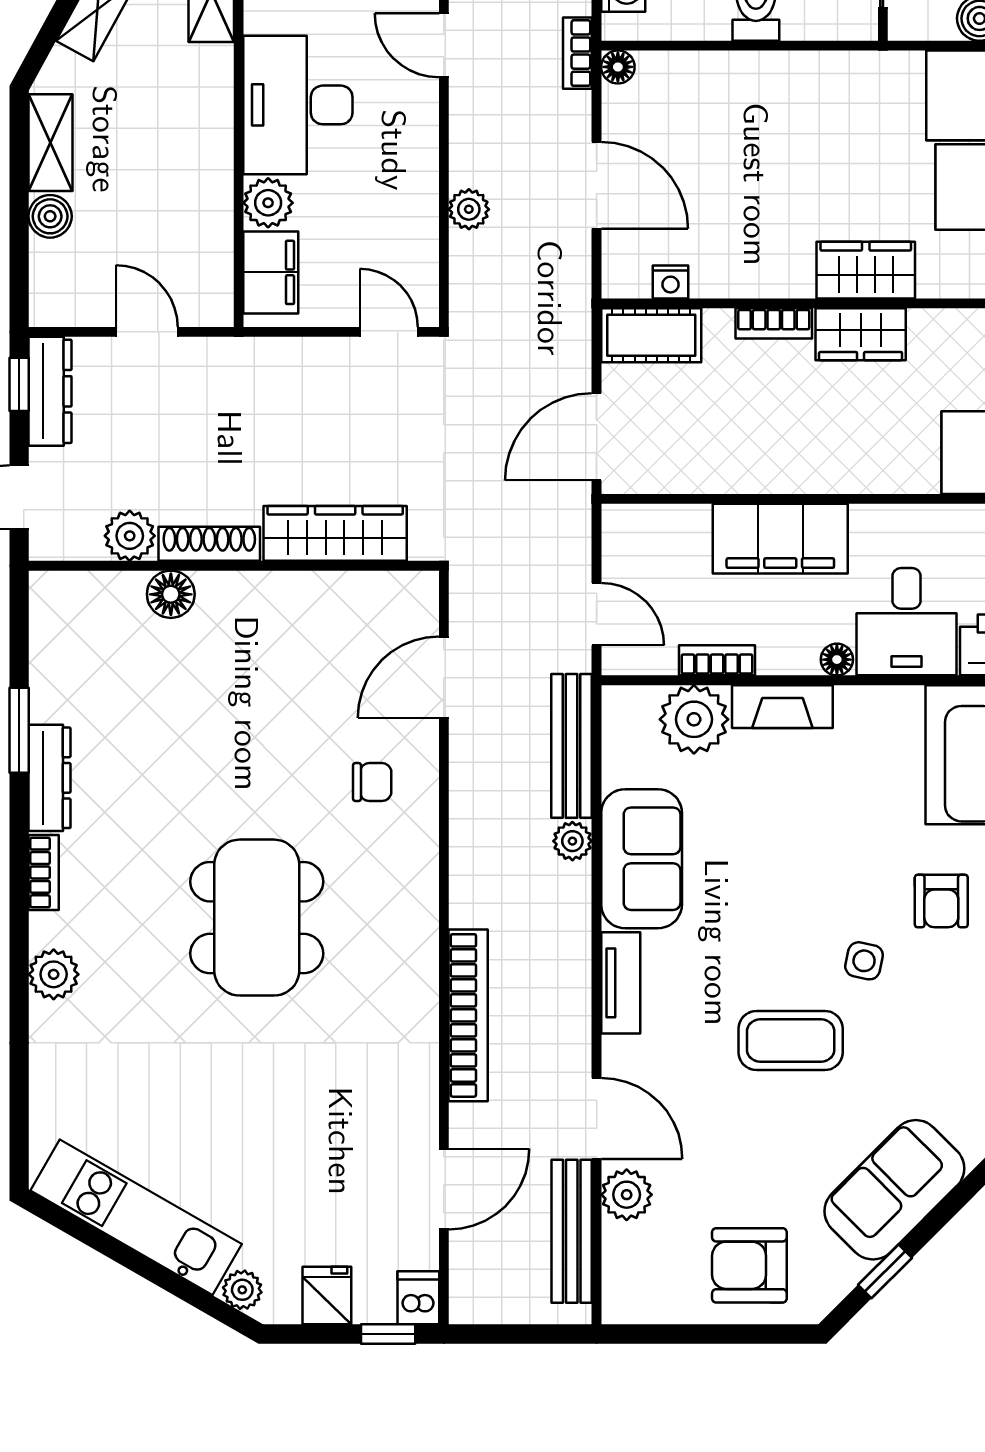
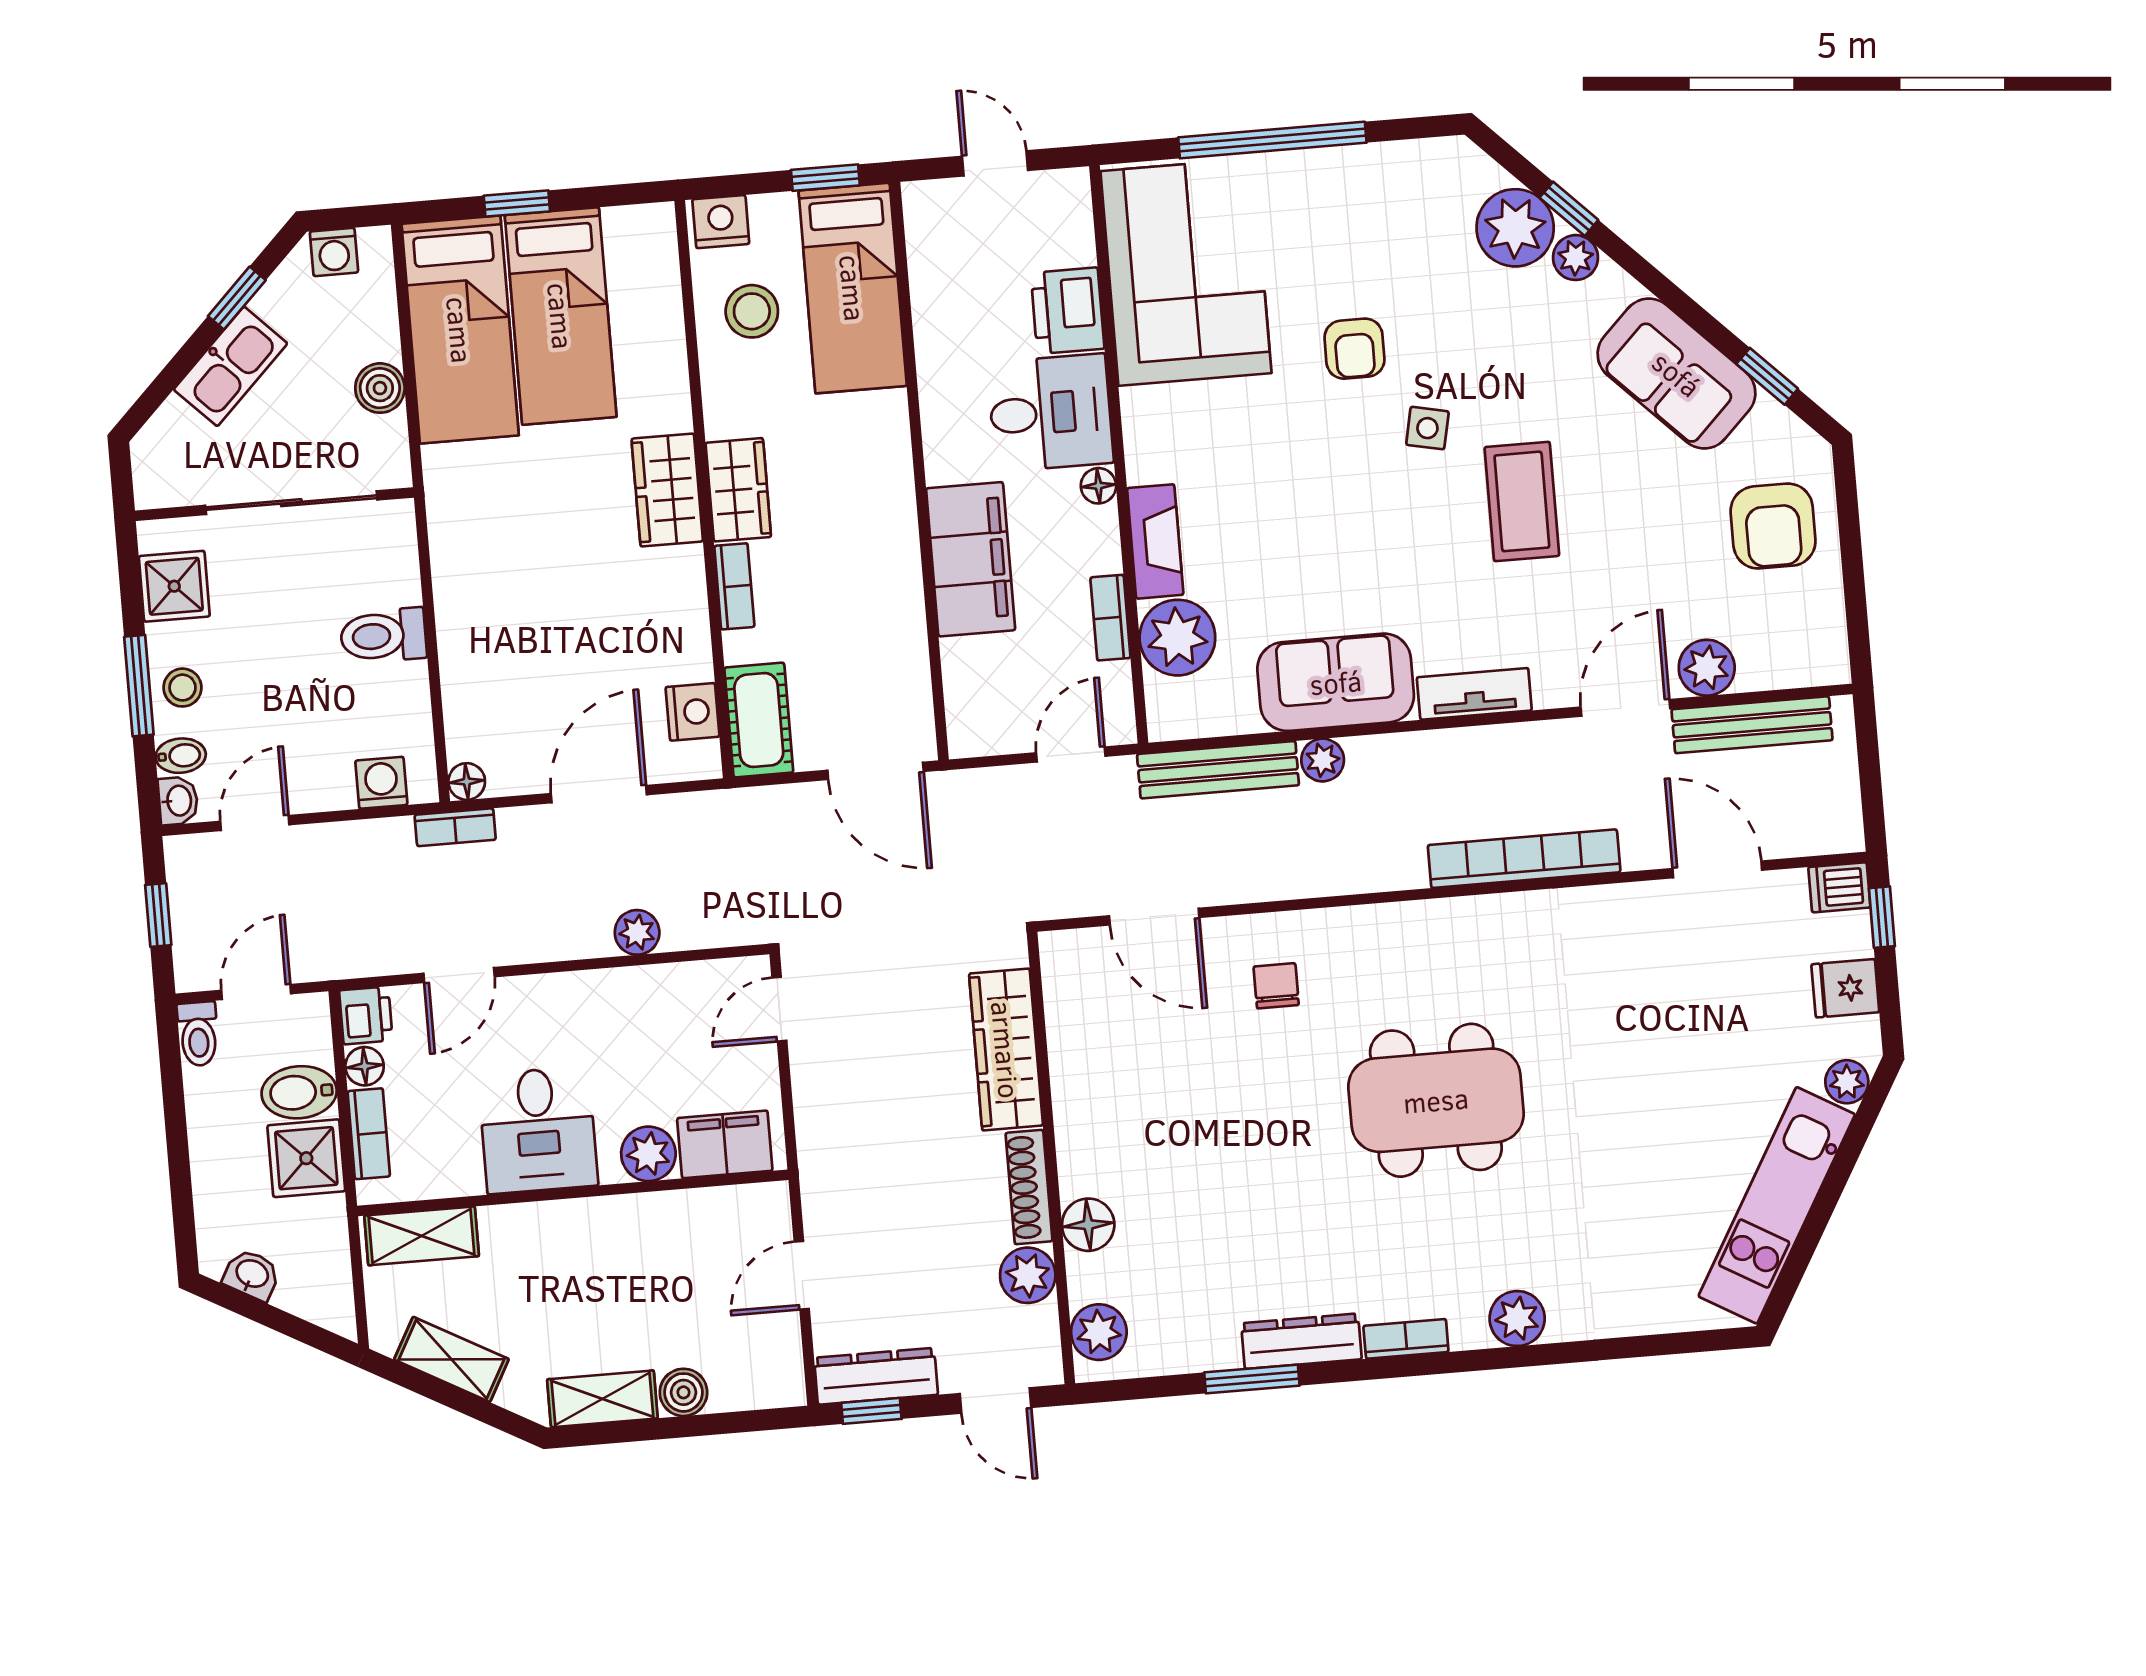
desk: (298, 105) -> (538, 1130), width x0.73
nightstand: (671, 282) -> (692, 712), width x1.39, depth x1.35
plant: (73, 596) -> (1099, 1332), added
armchair: (941, 901) -> (1354, 349), turned 90

